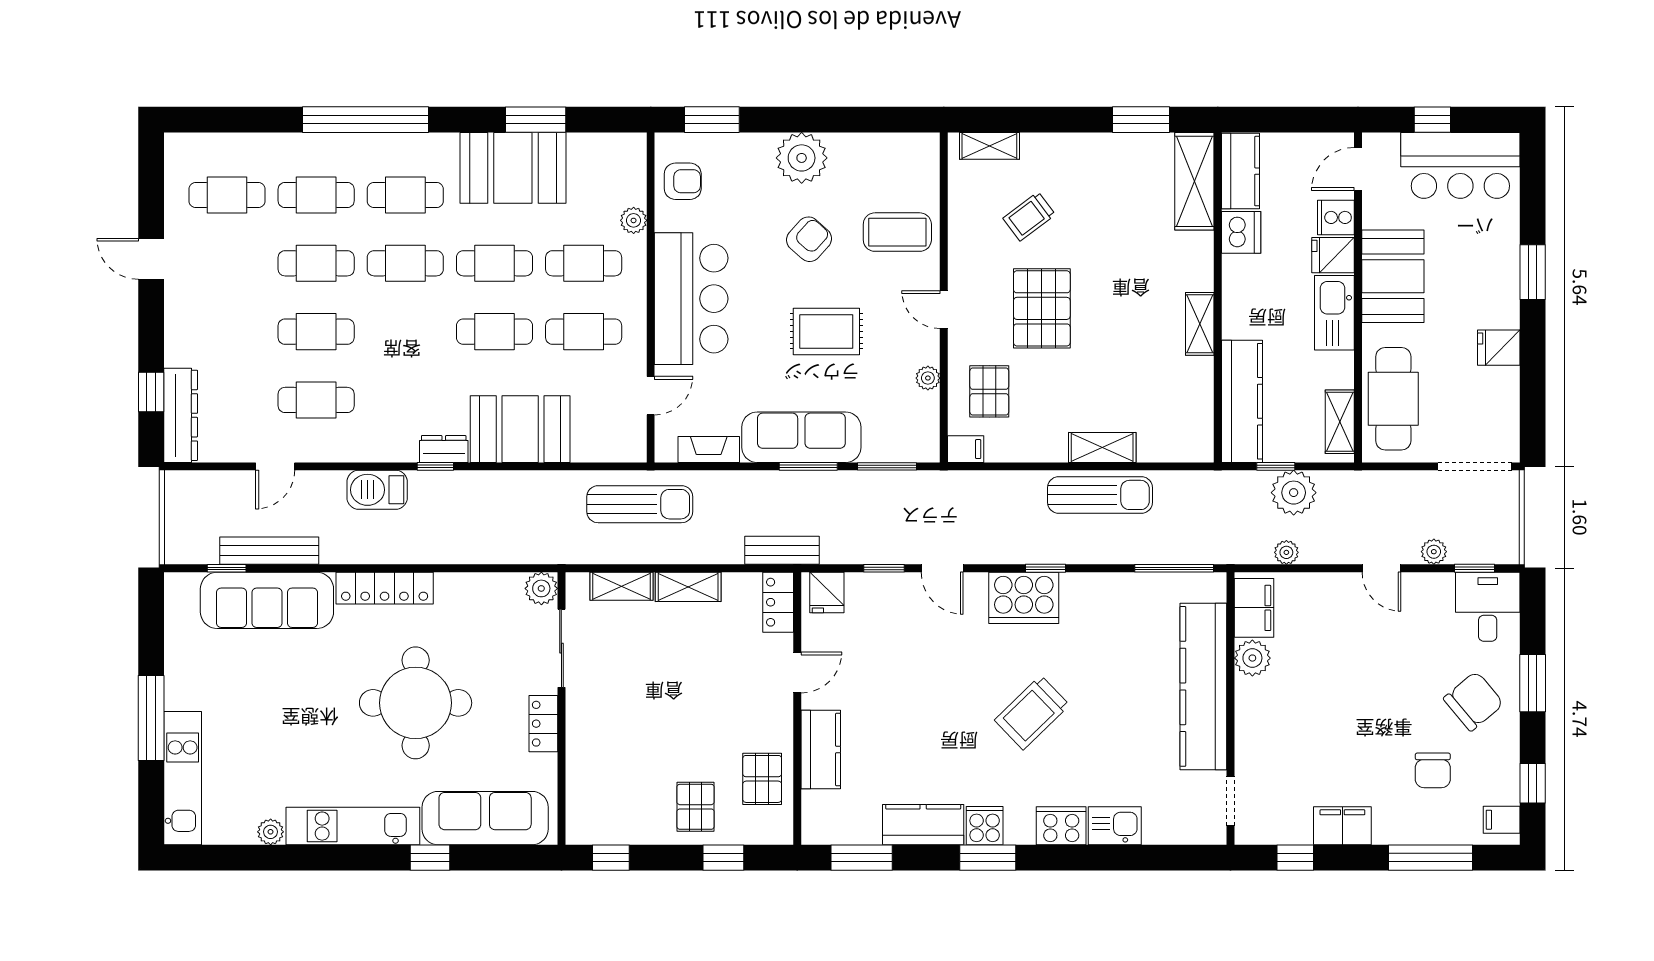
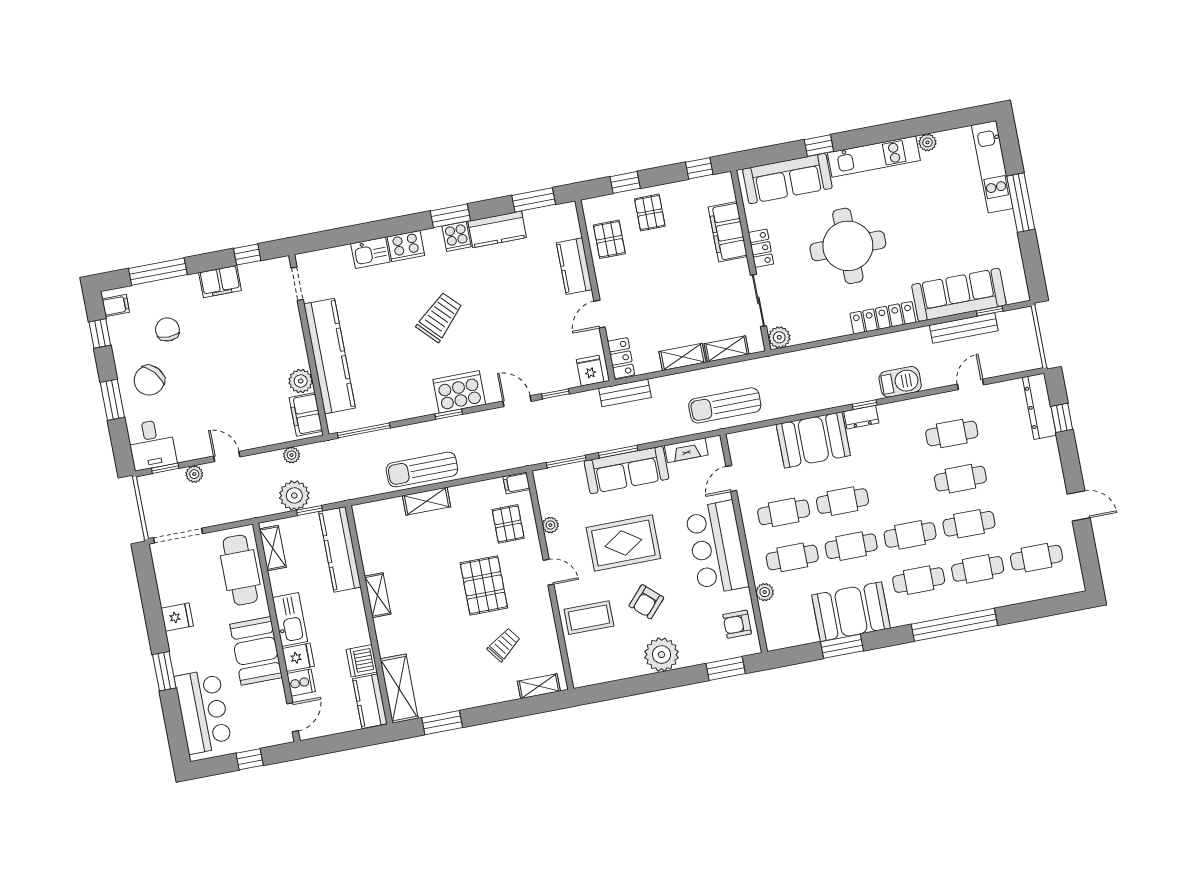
bar counter: (1460, 165) -> (203, 711), moved, turned 90
rug: (826, 331) -> (623, 543), width x1.36, depth x1.43
filing cabinet: (587, 757) -> (728, 232), added

